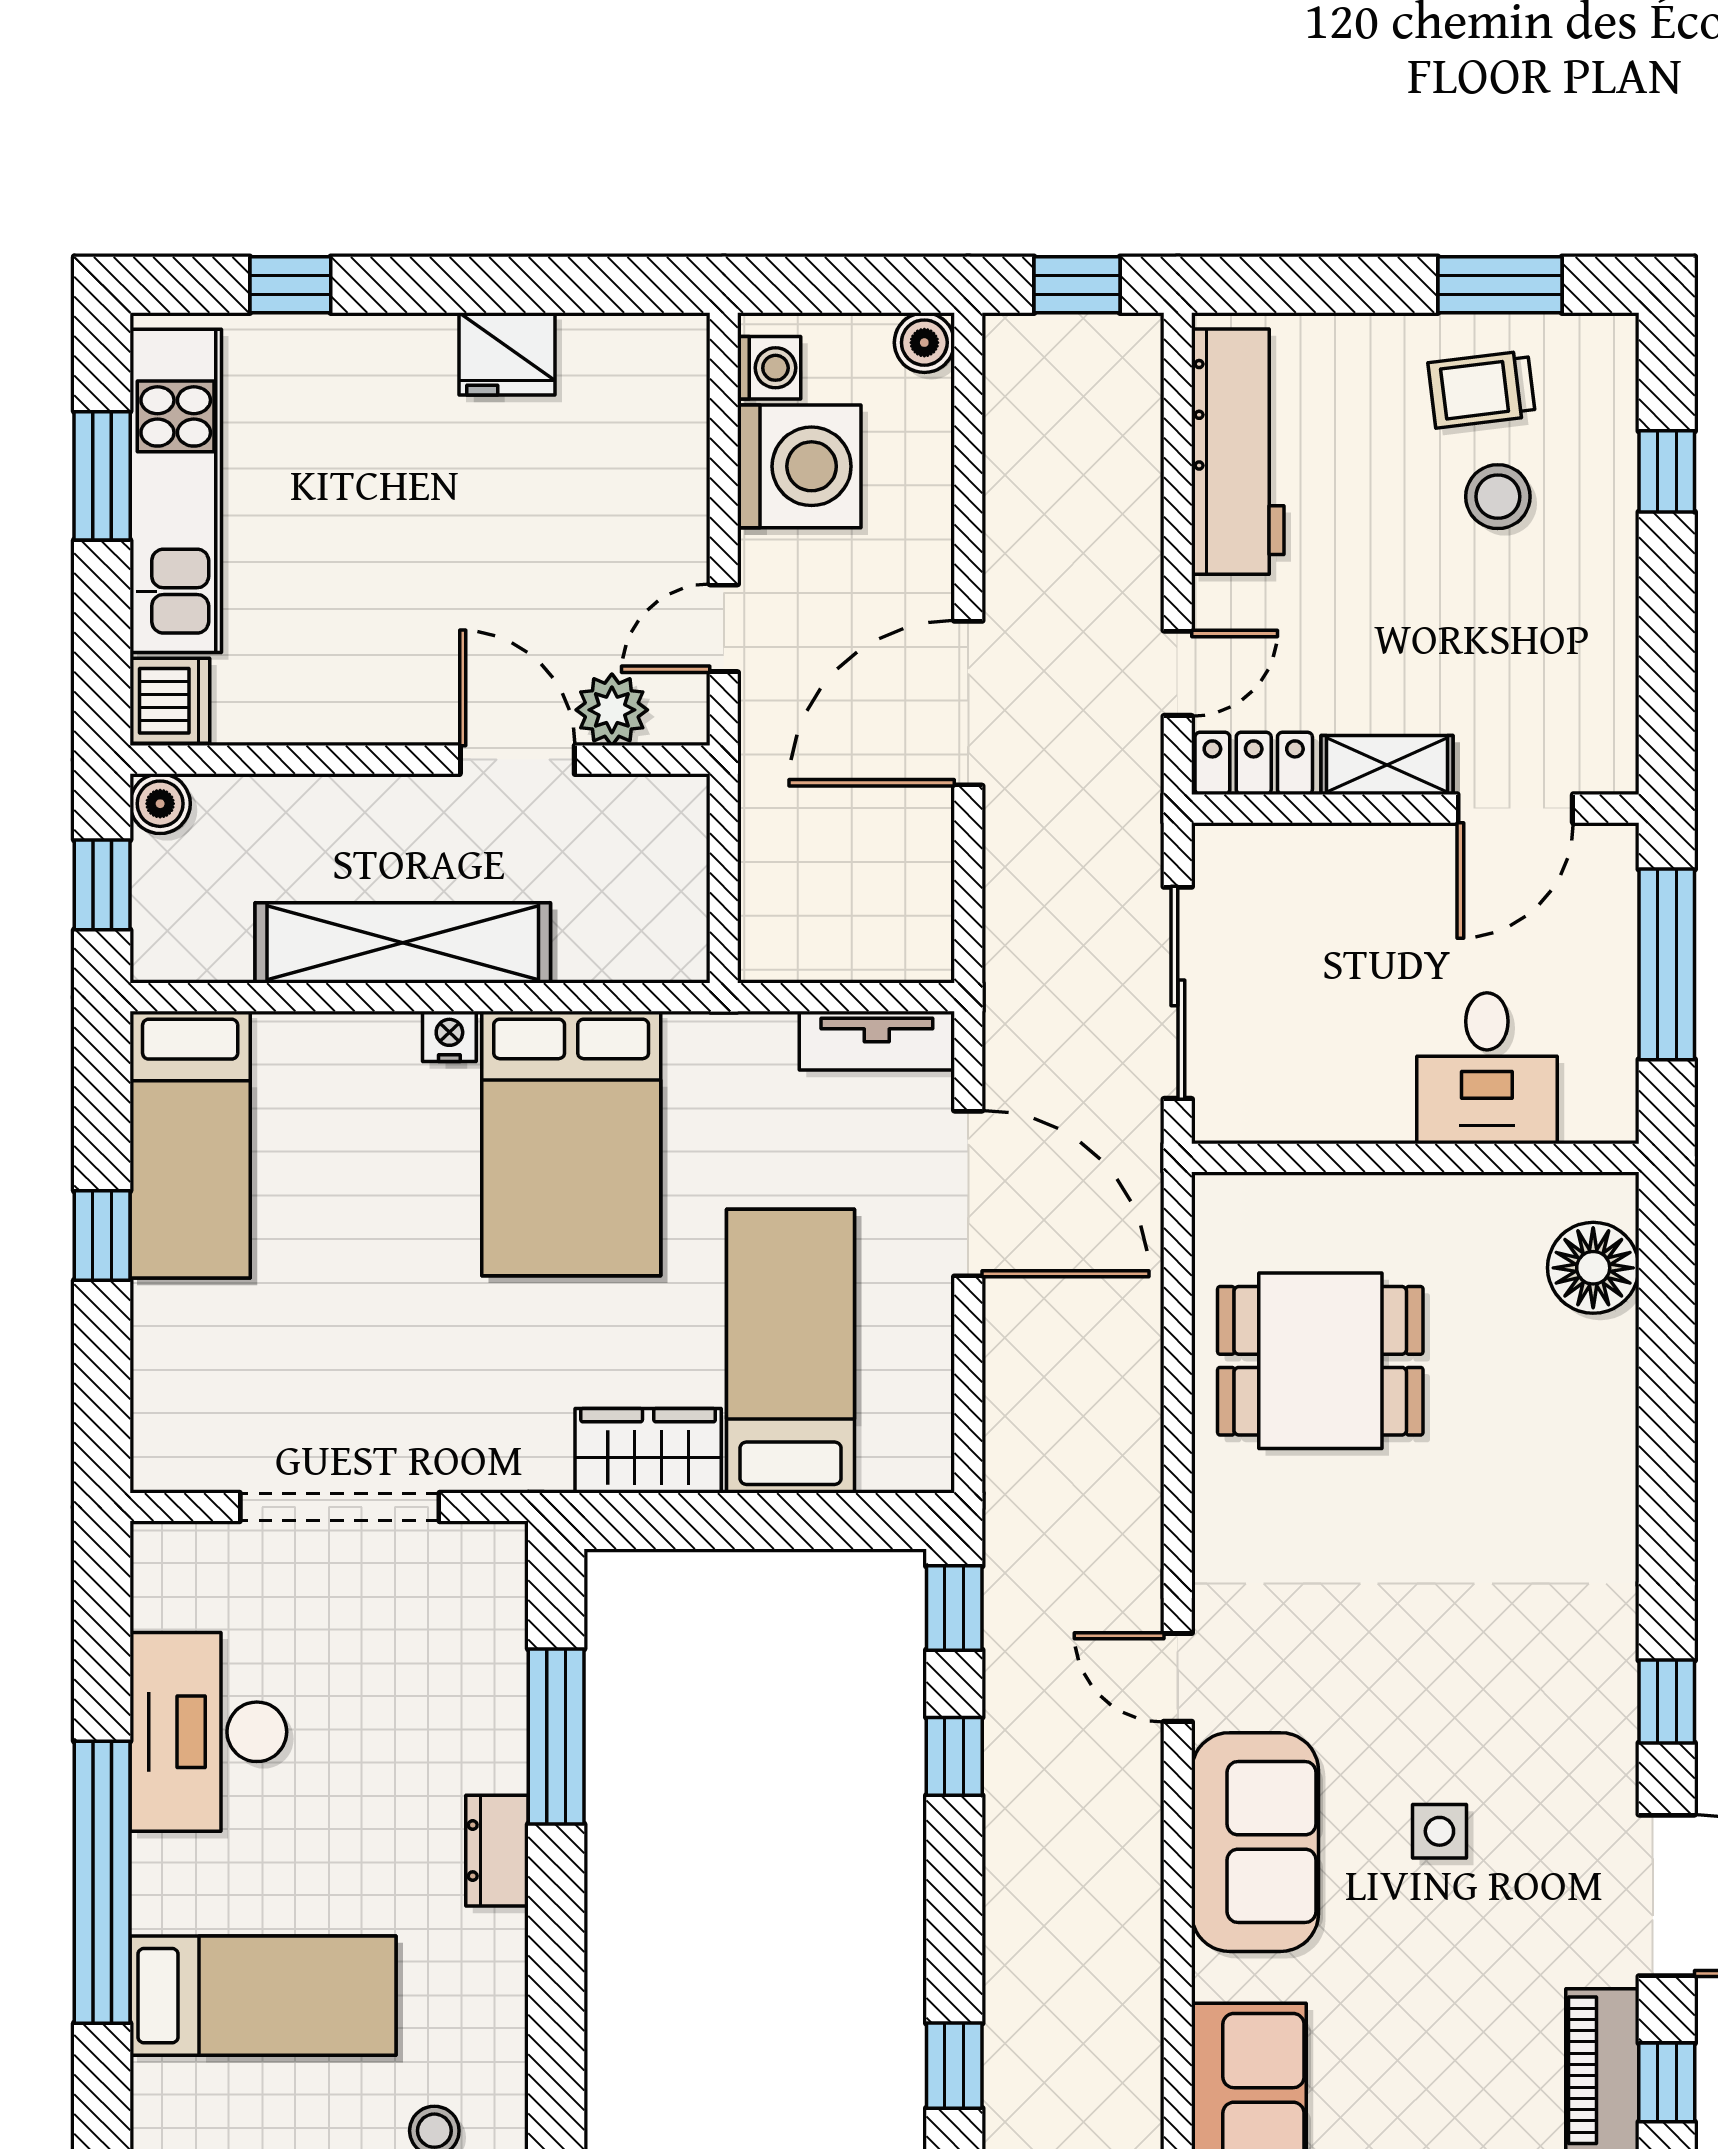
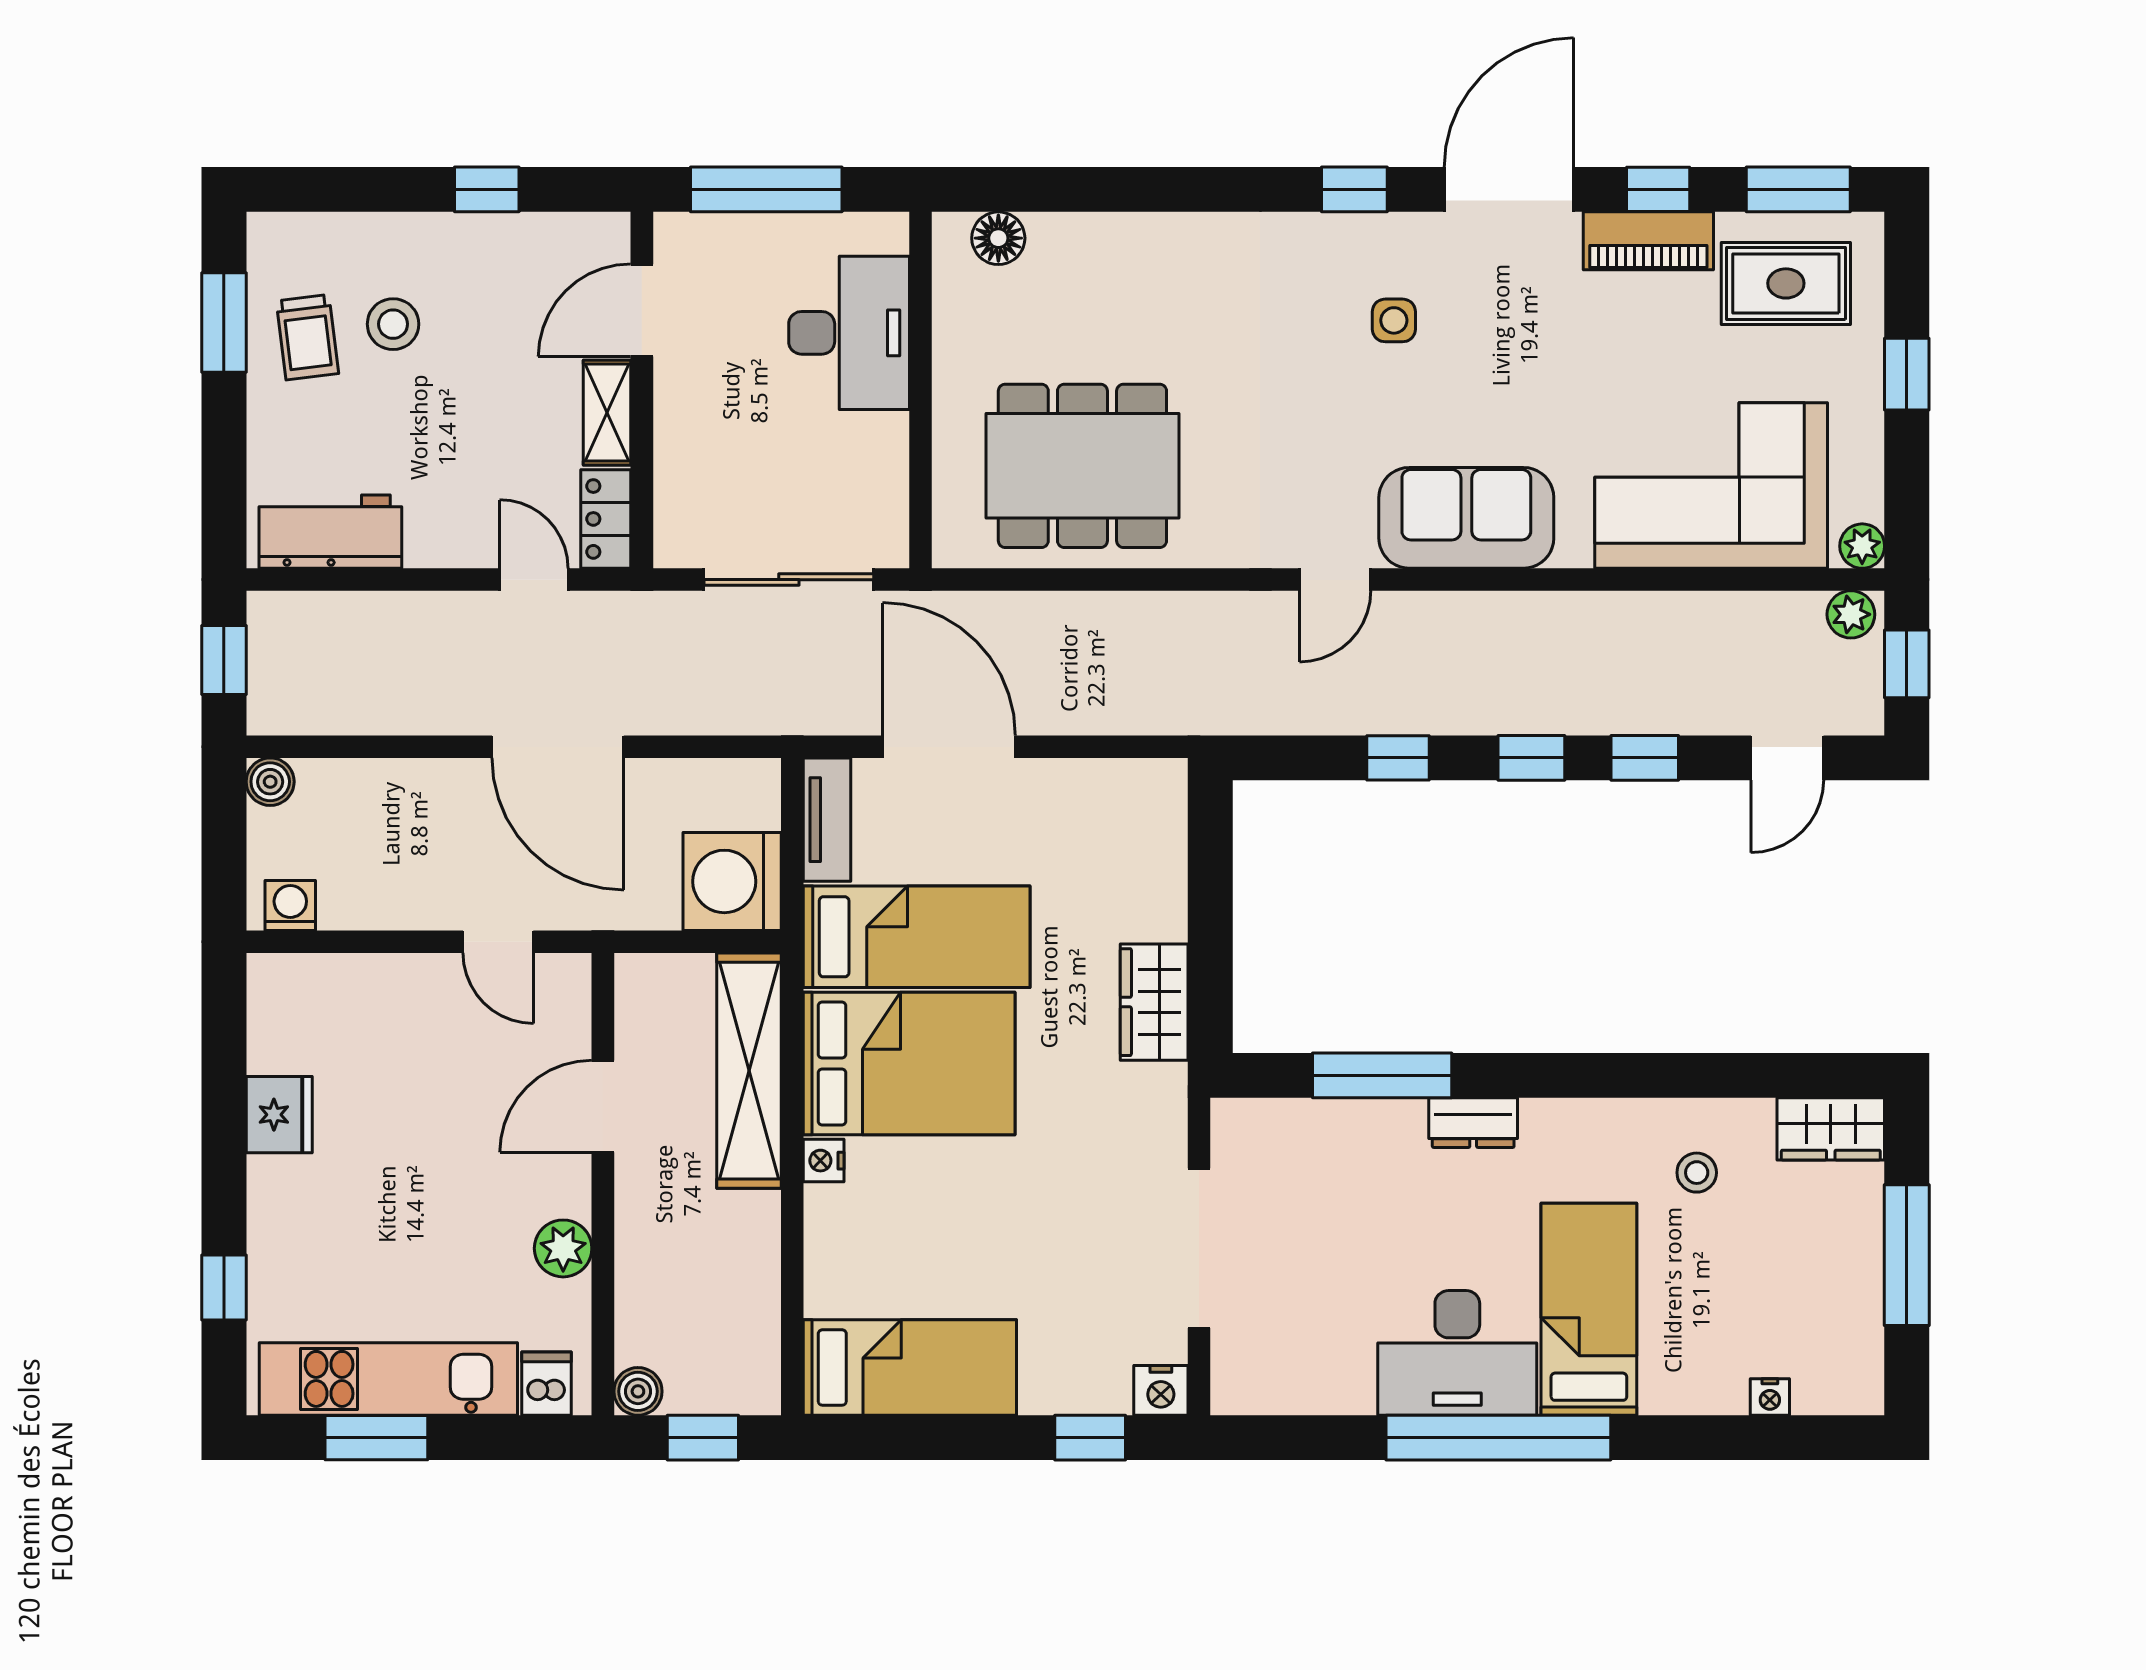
workbench: (1238, 452) -> (330, 532), width x0.73
washing machine: (799, 466) -> (732, 881), moved, turned -90
window: (1667, 471) -> (487, 189), moved
dishwasher: (170, 701) -> (547, 1384), width x0.73
plant: (612, 710) -> (563, 1248), moved
door: (1515, 809) -> (642, 310), swing flipped
shelving: (403, 943) -> (749, 1071), moved
desk: (1487, 1068) -> (849, 333), width x1.37
door: (968, 1194) -> (949, 747), hinge flipped
window: (102, 1236) -> (1090, 1438), moved
floor lamp: (1593, 1268) -> (998, 238), width x0.73, depth x0.73
bed: (791, 1351) -> (917, 937), moved, turned 180
dining table: (1320, 1361) -> (1082, 466), width x1.38
nightstand: (161, 1459) -> (1161, 1390), added
window: (954, 1608) -> (1531, 758), moved
desk: (208, 1732) -> (1457, 1353), moved
side table: (1439, 1831) -> (1394, 320), moved

